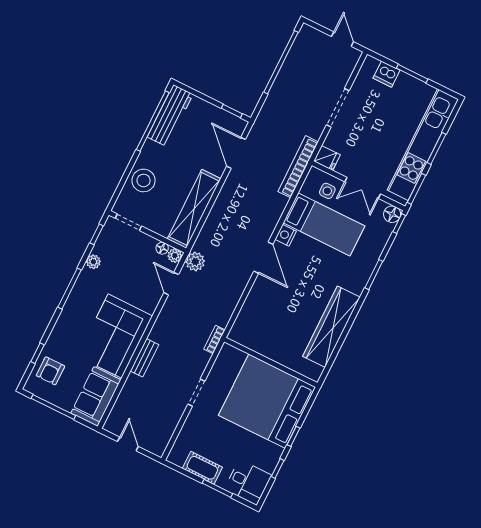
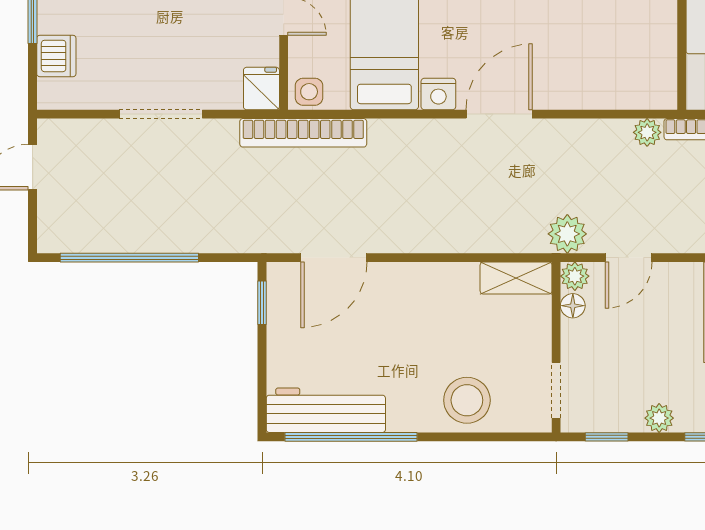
side table: (327, 191) -> (309, 92), moved
shelving: (194, 209) -> (516, 278), width x0.45, depth x0.75
plant: (223, 319) -> (647, 132), added

